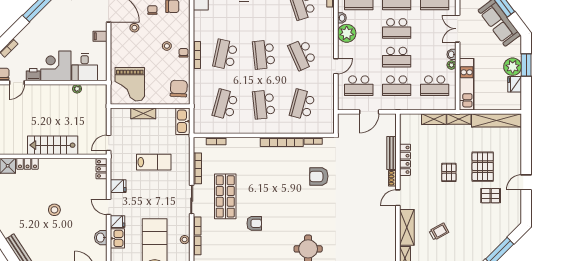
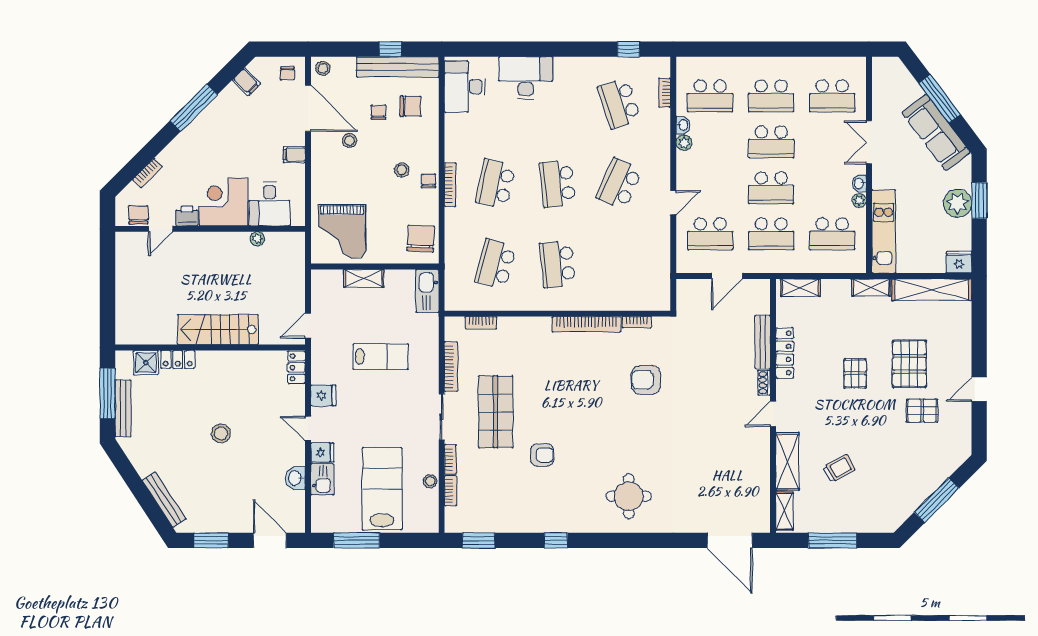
plant: (347, 33) -> (684, 143), width x0.53, depth x0.53
school desk: (302, 54) -> (619, 184), turned 48
fridge: (515, 84) -> (959, 262), moved, turned 90
school desk: (302, 104) -> (619, 264), removed
shelving: (434, 119) -> (800, 288), moved

